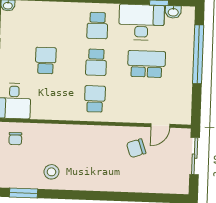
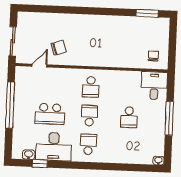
window: (198, 54) -> (10, 105), moved
stool: (51, 172) -> (125, 30), removed

